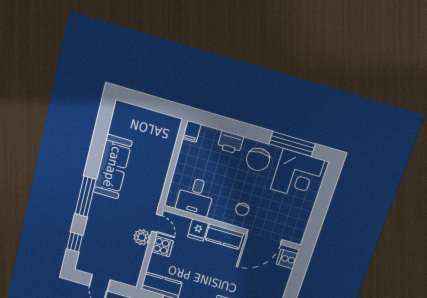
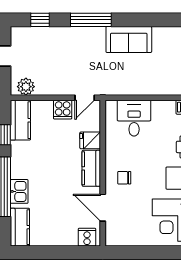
sofa: (112, 167) -> (129, 39), width x0.73
desk: (195, 197) -> (134, 118), moved, turned 90
plant: (142, 237) -> (26, 87), moved
door: (264, 237) -> (103, 208), width x0.73

